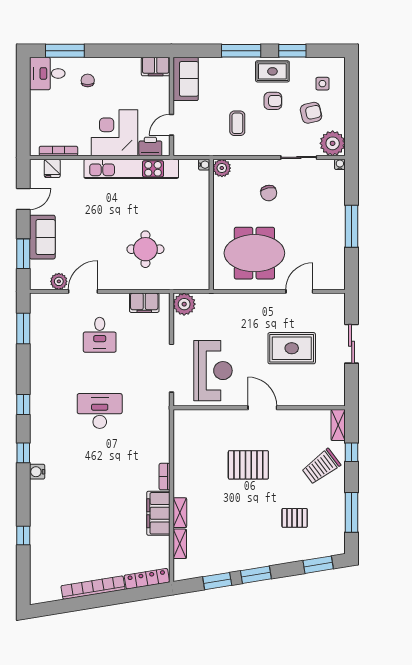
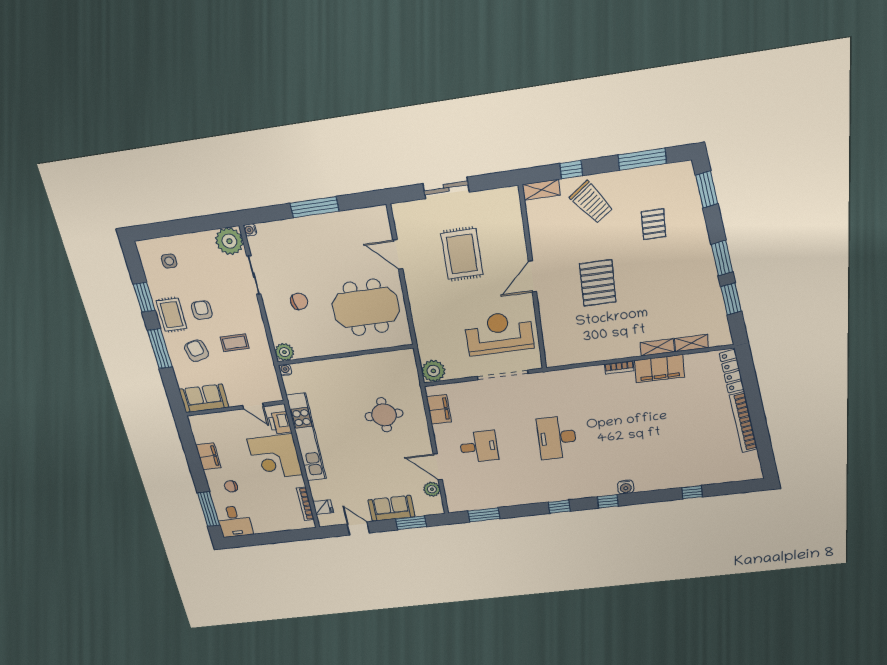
filing cabinet: (156, 67) -> (208, 456), moved
armchair: (311, 113) -> (196, 351), moved
meeting table: (254, 253) -> (366, 307), turned 90

